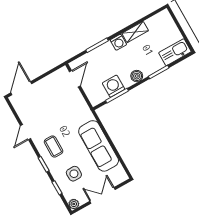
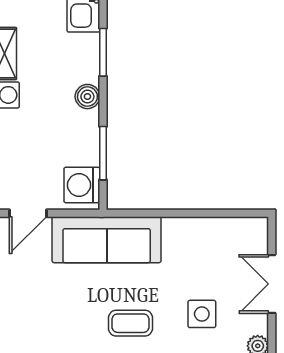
door: (75, 79) -> (28, 213), swing flipped
washing machine: (113, 86) -> (82, 185), moved
sofa: (99, 146) -> (107, 240), moved

